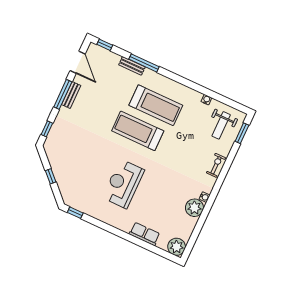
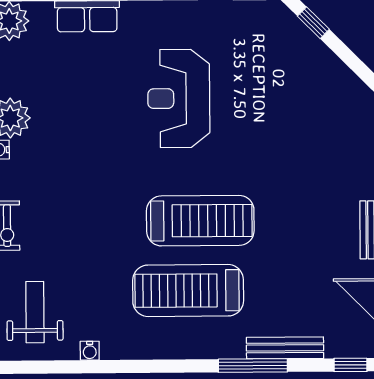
bench: (132, 66) -> (285, 348), width x1.36
window: (51, 176) -> (313, 23), moved
reception desk: (123, 184) -> (179, 98), turned 180

